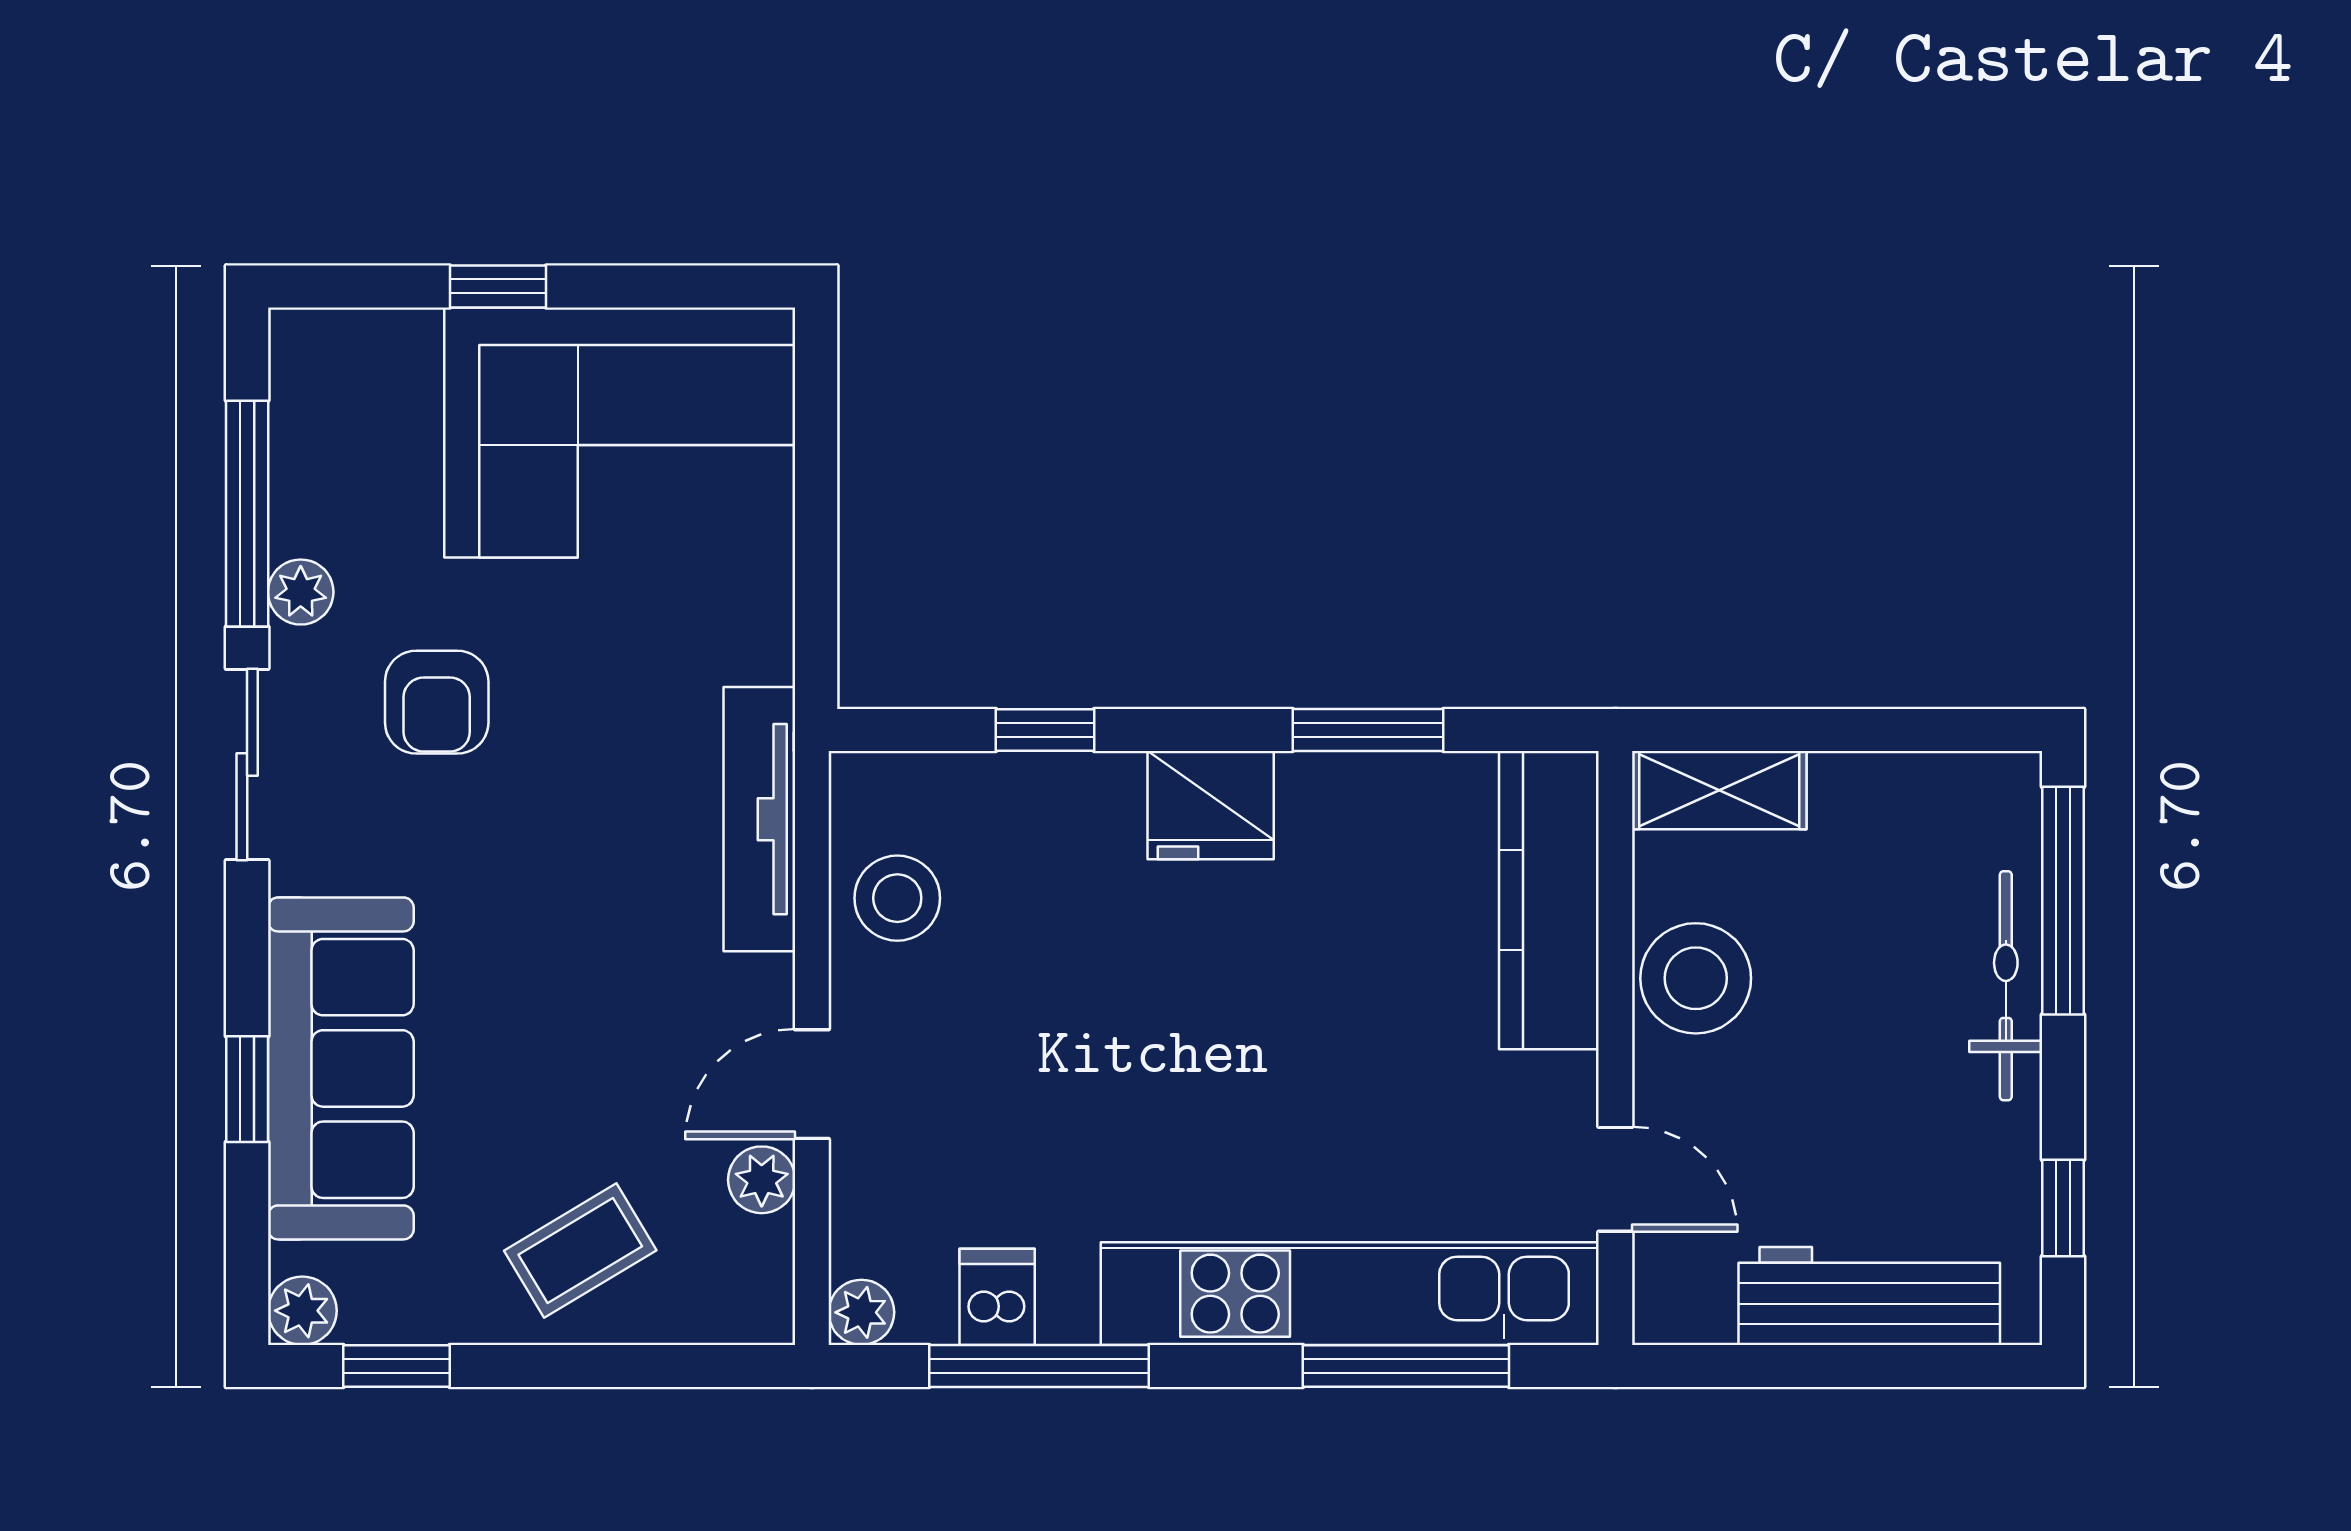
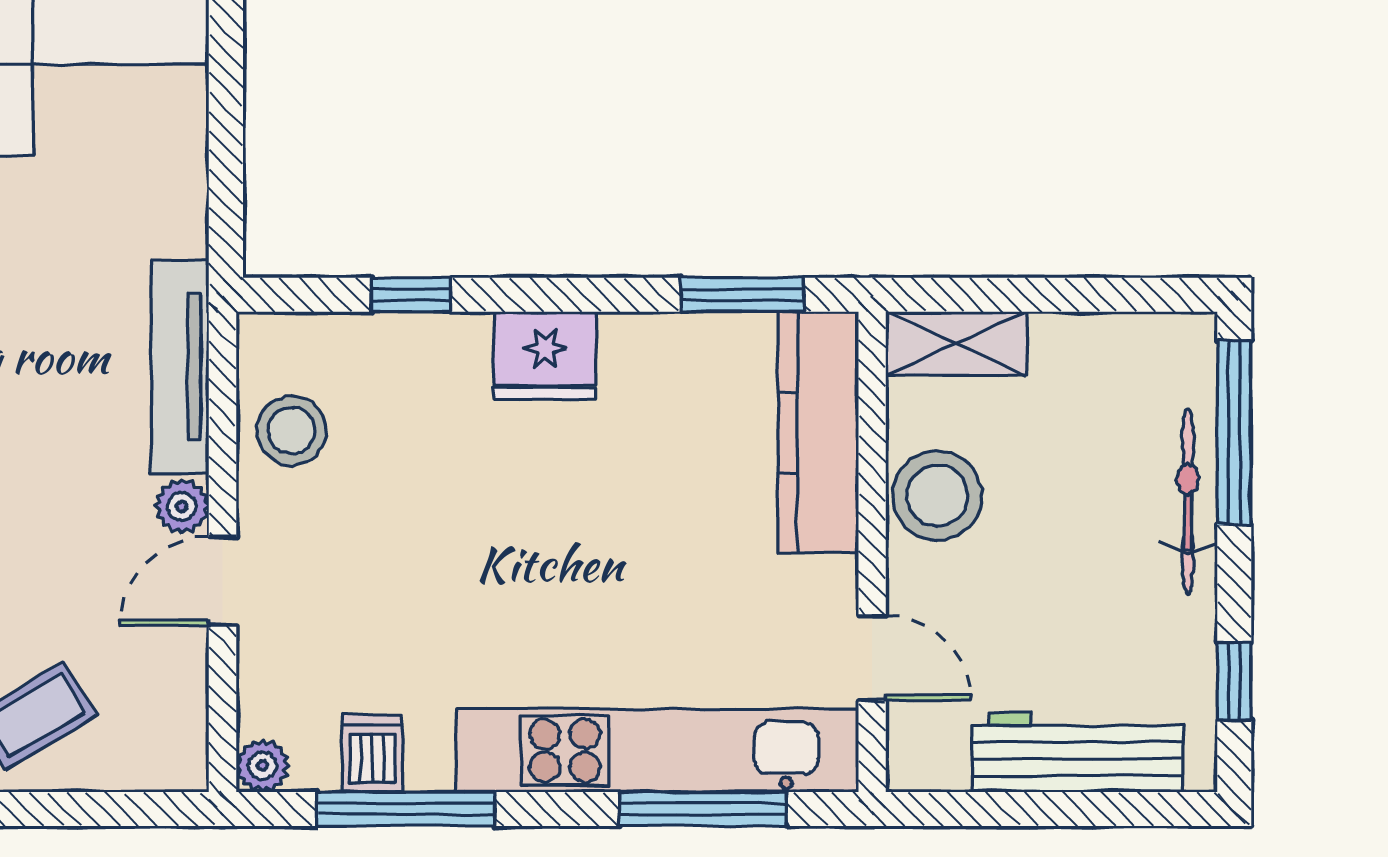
window: (1368, 730) -> (742, 295), moved
plant: (762, 1180) -> (182, 506), moved

